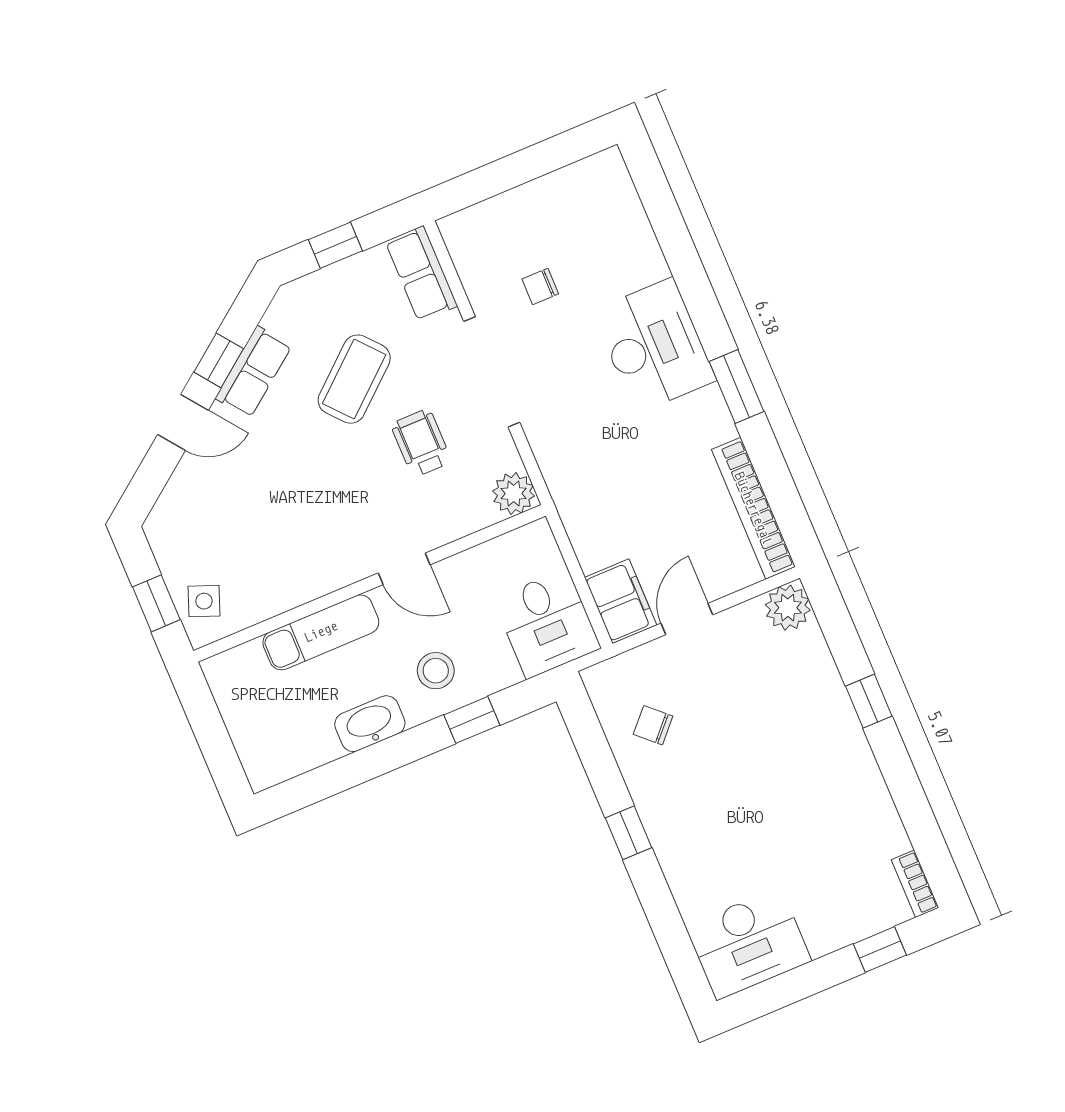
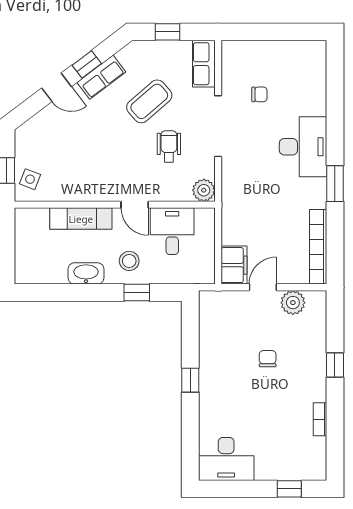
chair: (540, 286) -> (259, 94), turned 180
plant: (788, 608) -> (293, 303), moved
desk: (547, 624) -> (172, 231), moved, turned 180
chair: (653, 725) -> (268, 359), moved, turned 47
bookcase: (915, 884) -> (320, 419), moved

